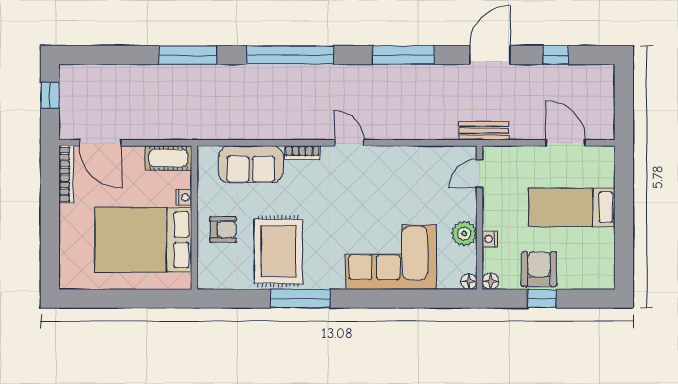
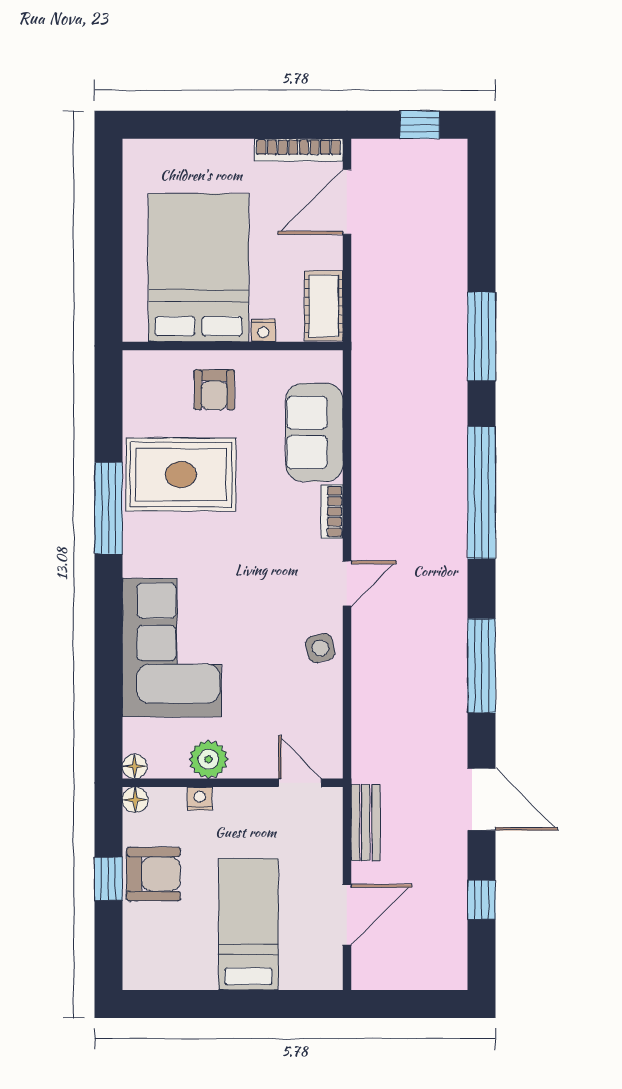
bench: (484, 131) -> (366, 823), moved
side table: (391, 160) -> (320, 648), added

